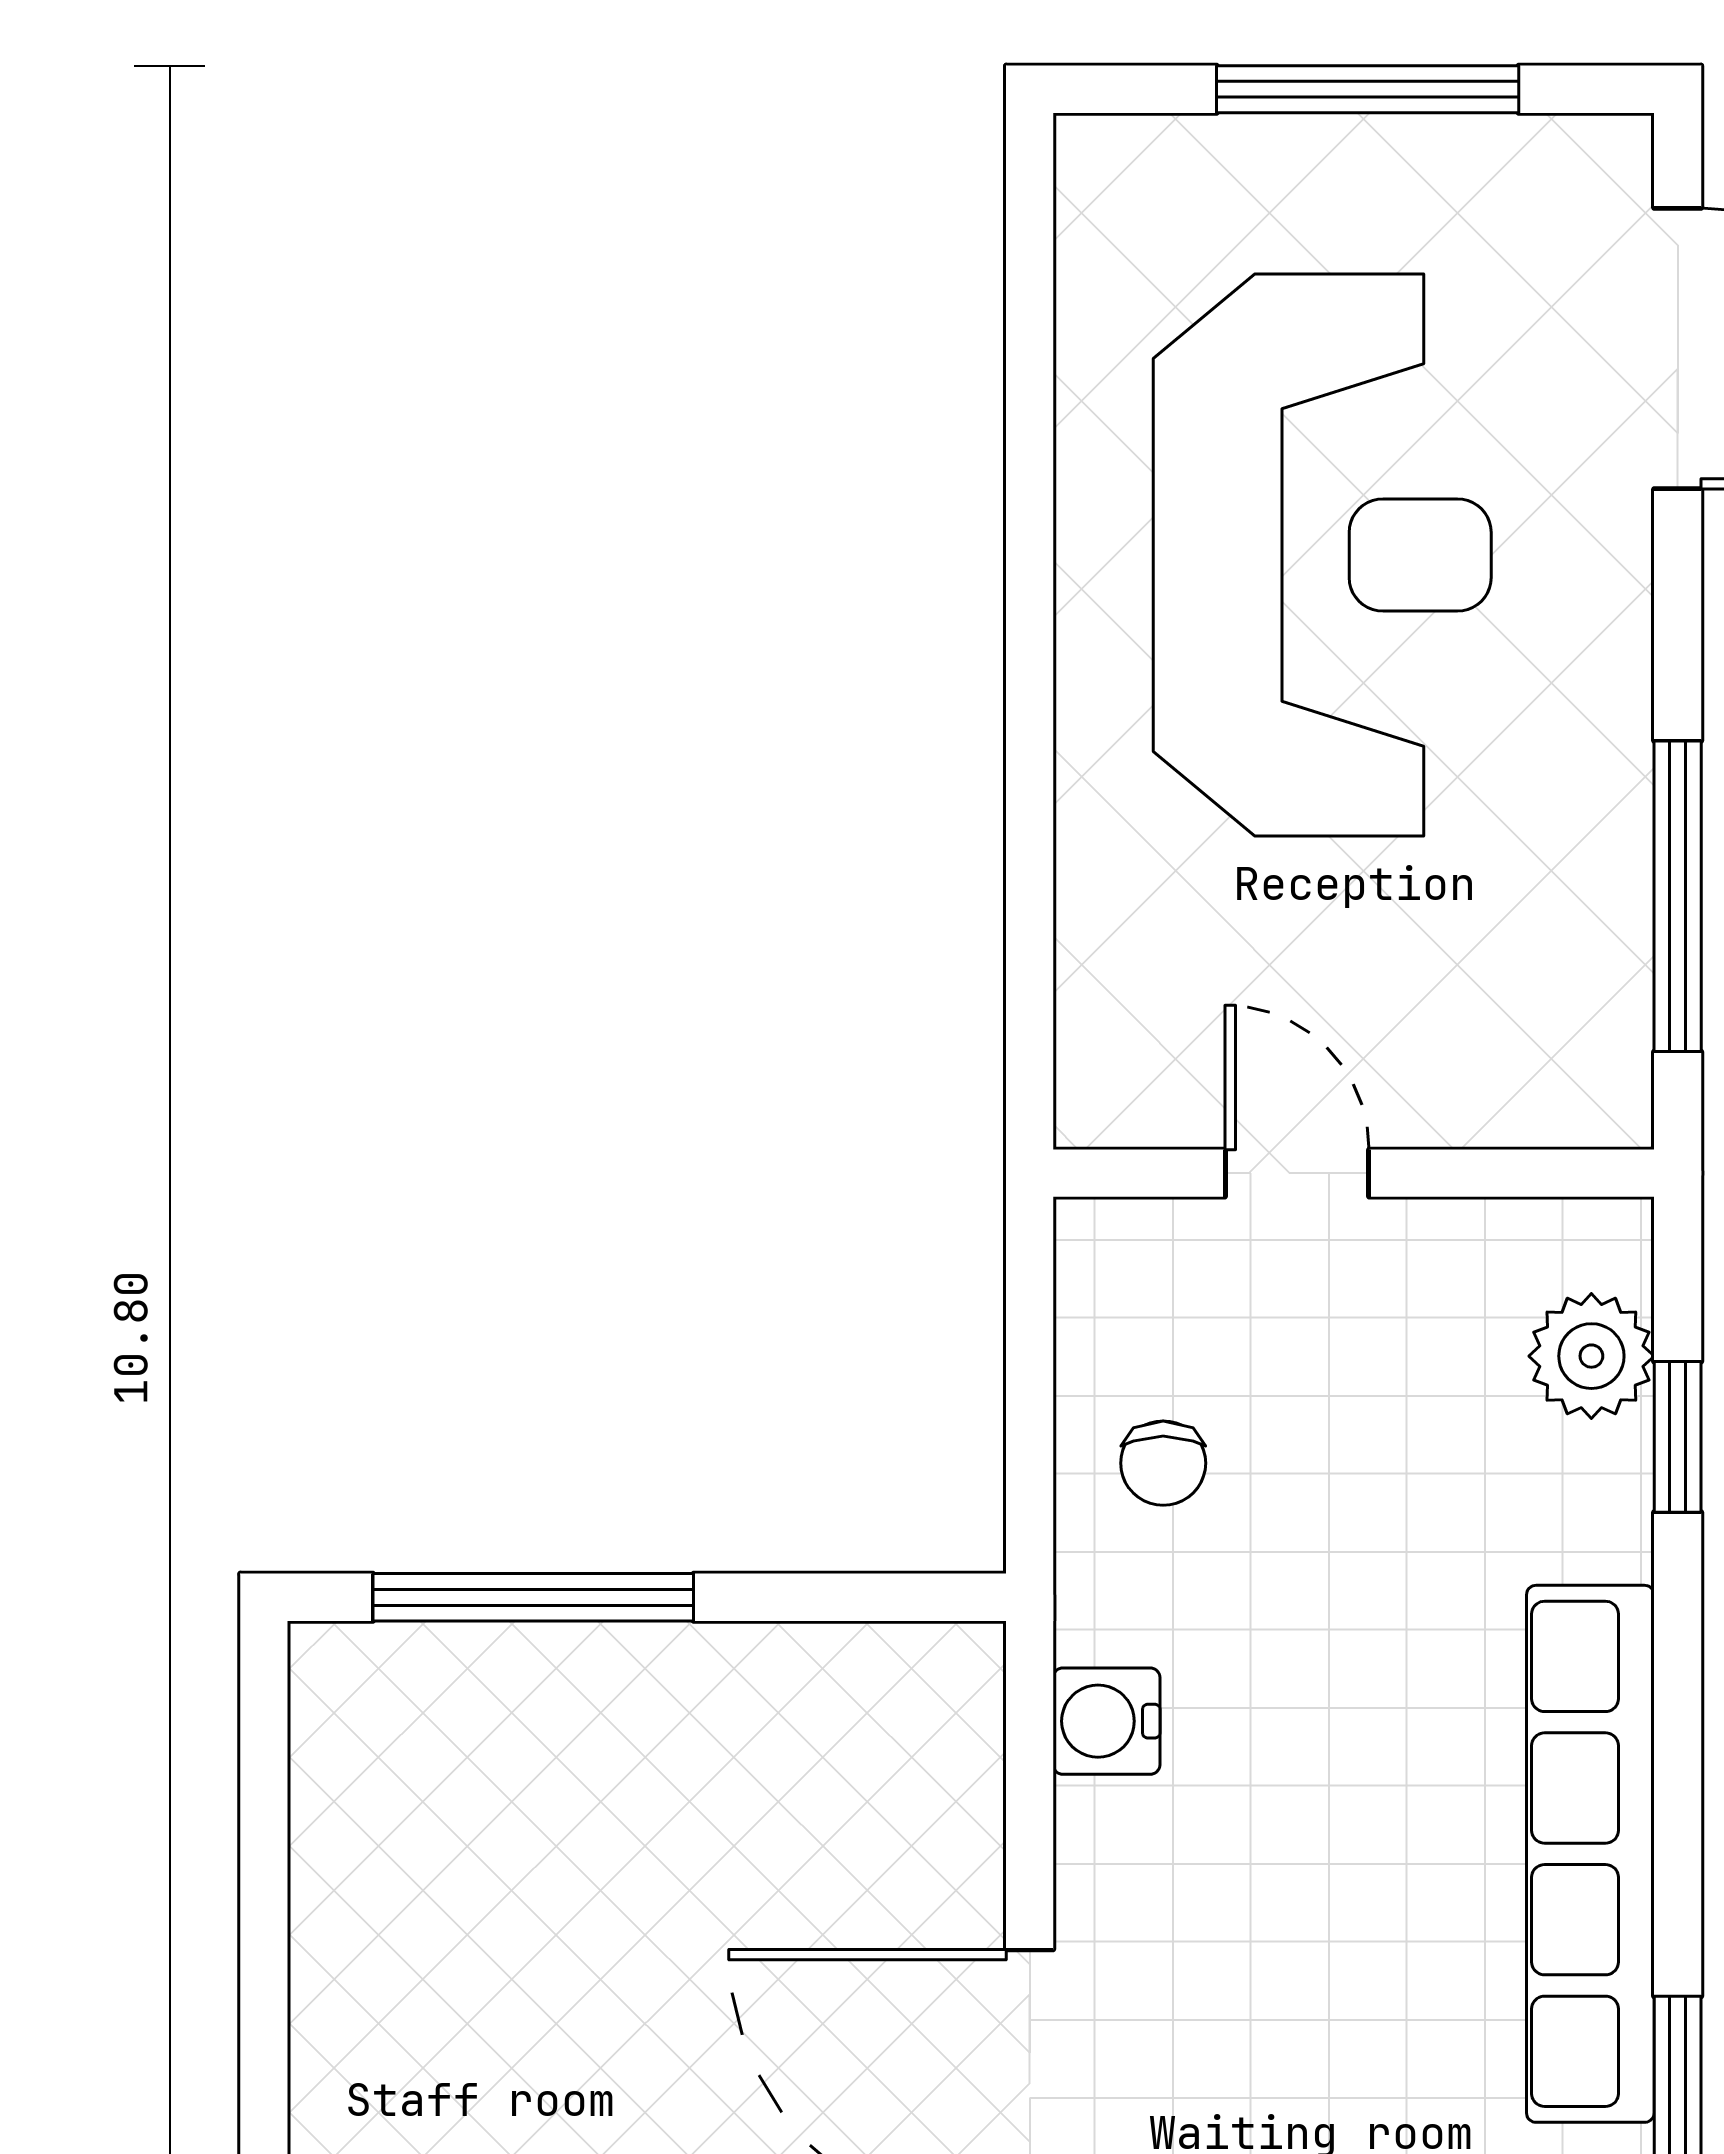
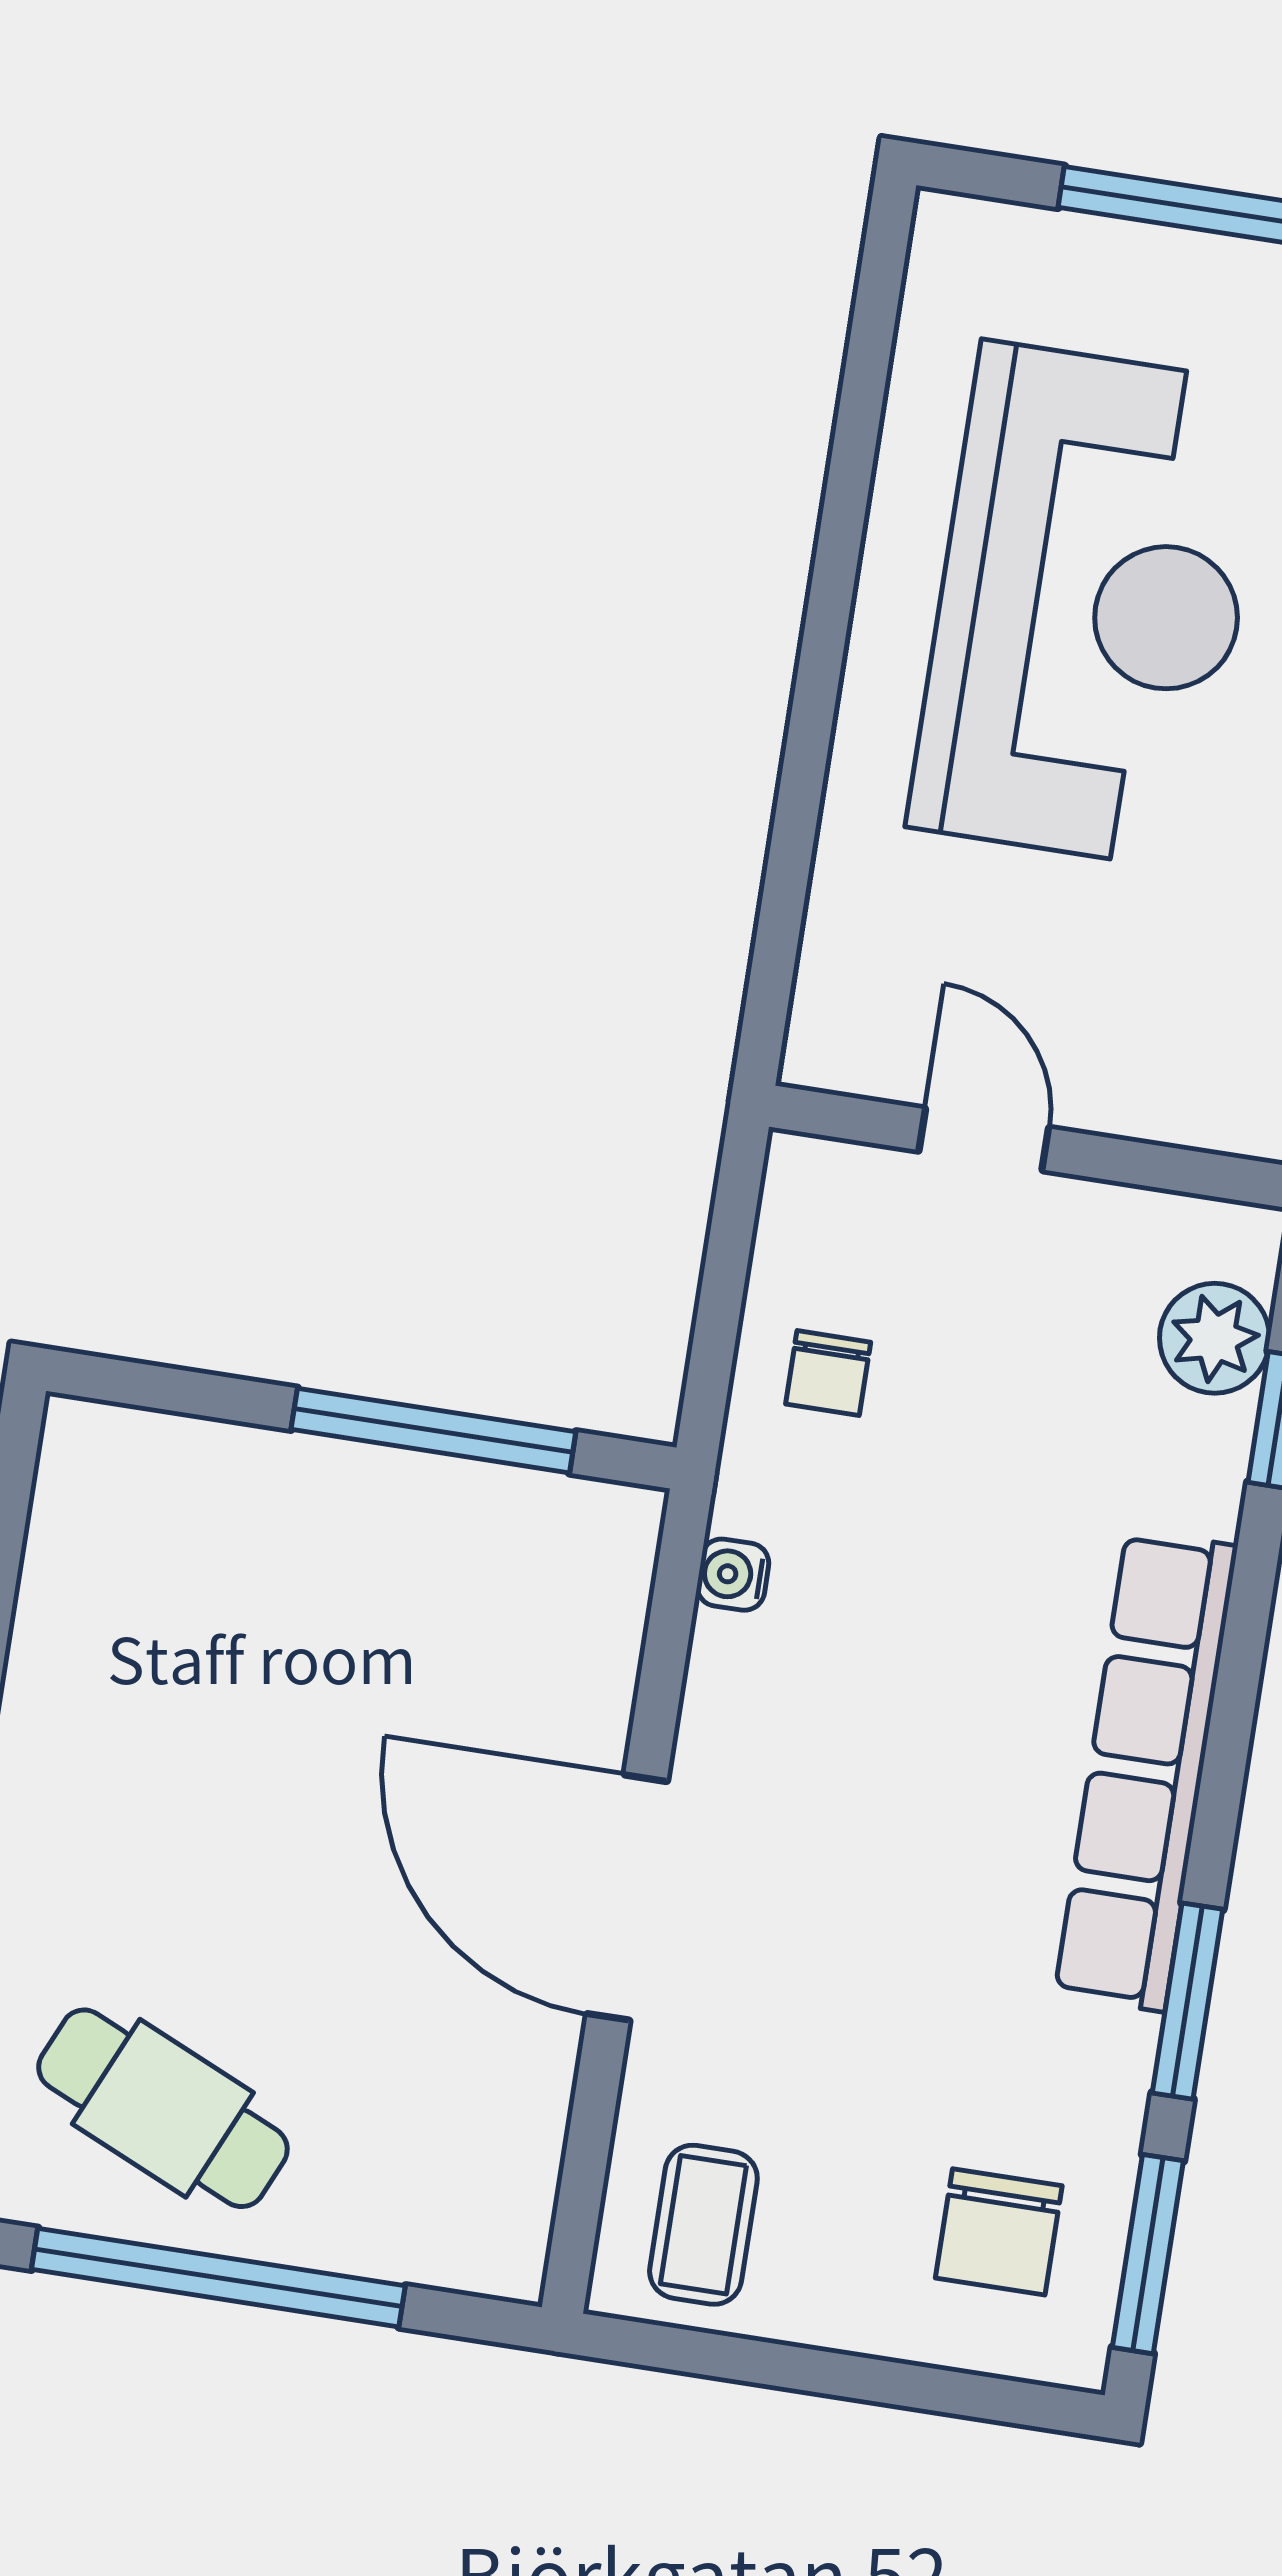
window: (533, 1597) -> (433, 1431), moved
water cooler: (1106, 1721) -> (733, 1575), width x0.72, depth x0.72

